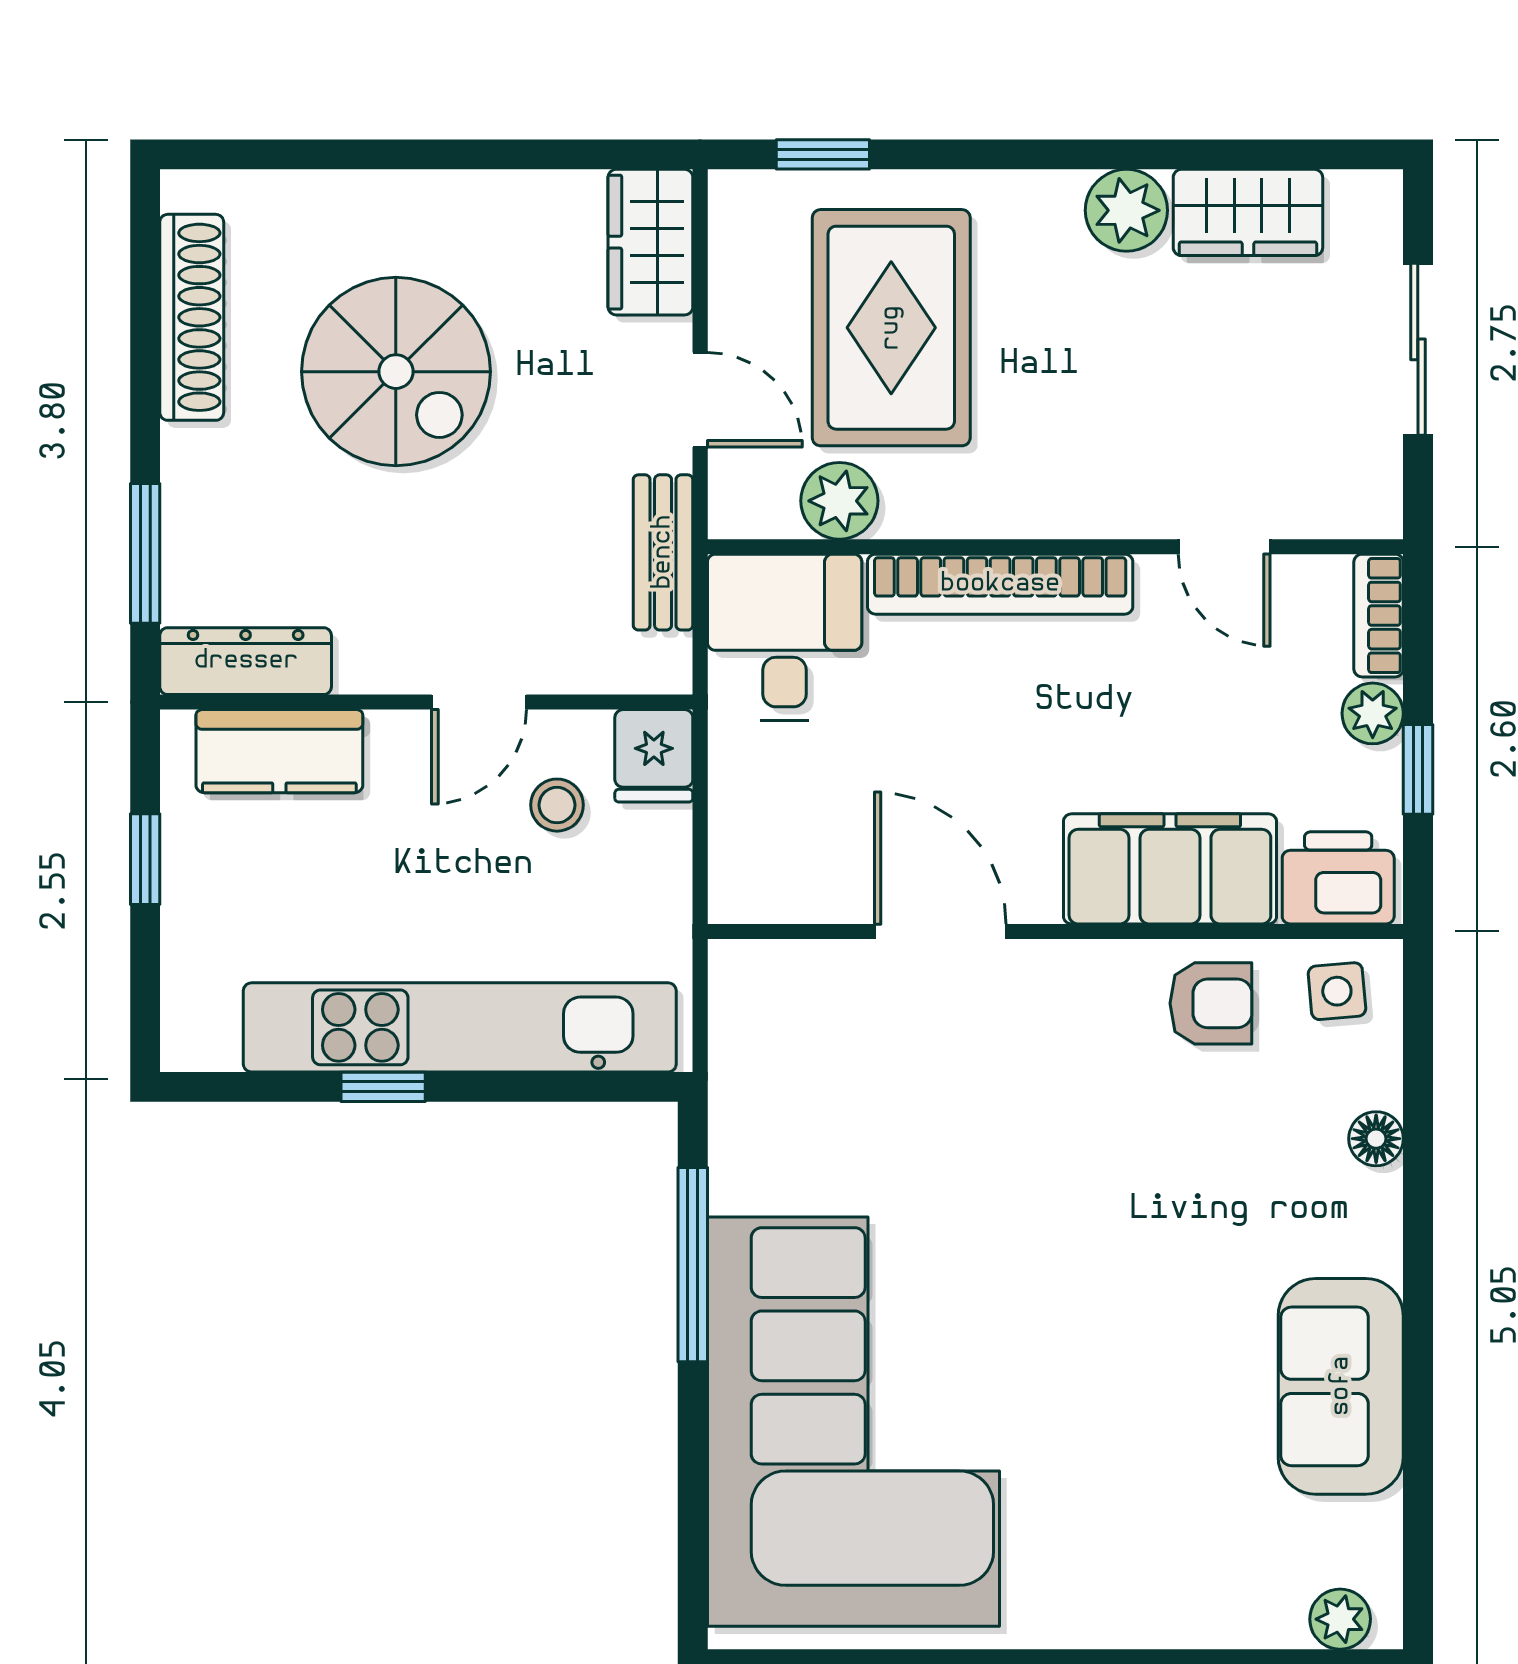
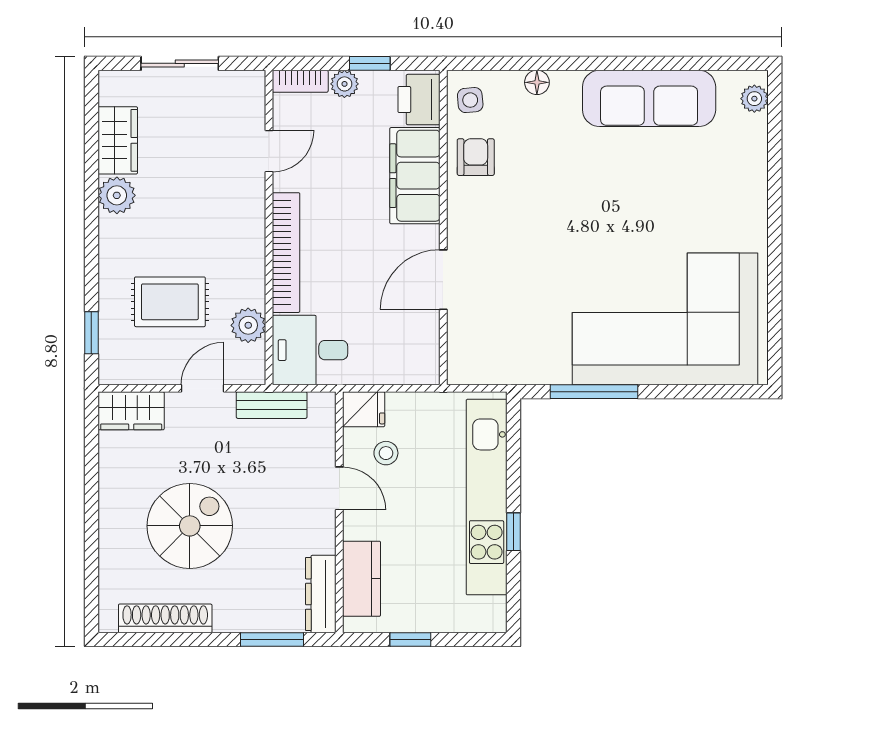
rug: (891, 328) -> (170, 302), width x0.73, depth x0.70
sofa: (1341, 1386) -> (649, 98), width x1.36

